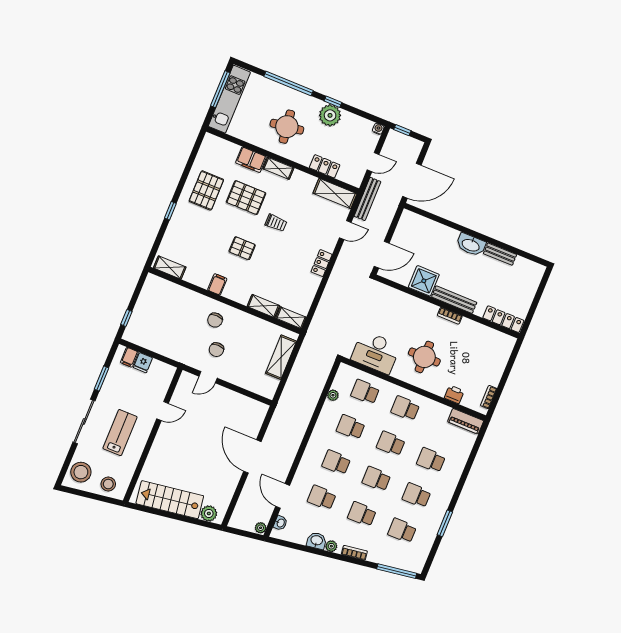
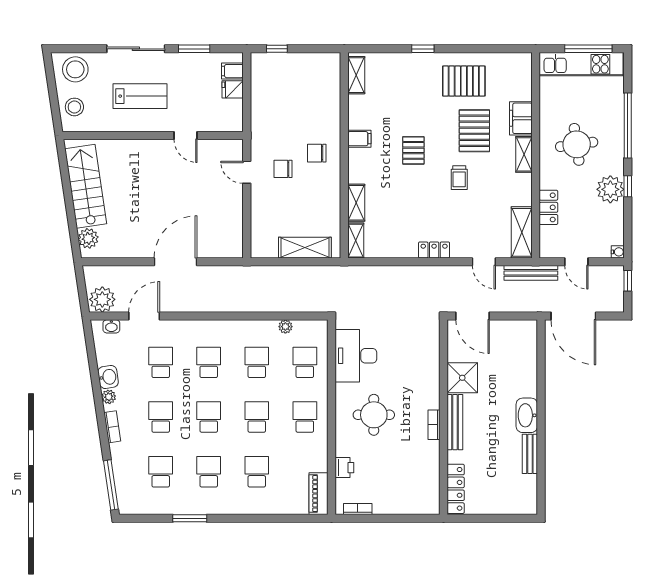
plant: (261, 528) -> (102, 299), width x1.88, depth x1.88

